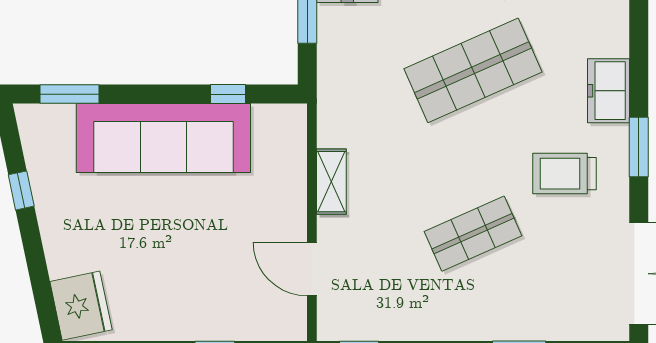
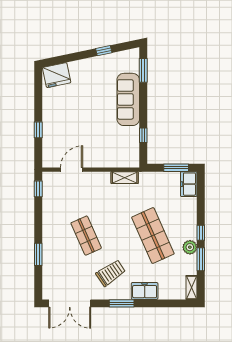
sofa: (163, 138) -> (128, 99), width x0.74, depth x0.79
trolley: (564, 174) -> (111, 273), turned 56
shelving: (331, 182) -> (125, 178), moved

